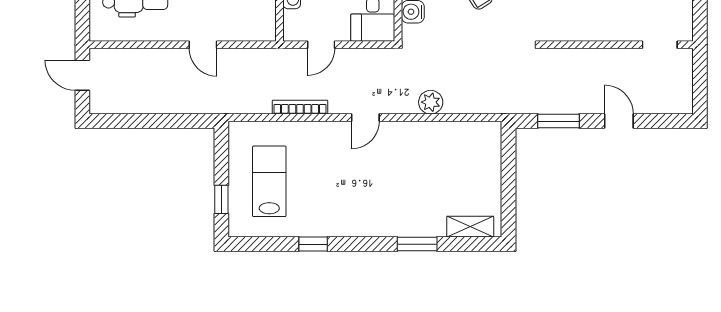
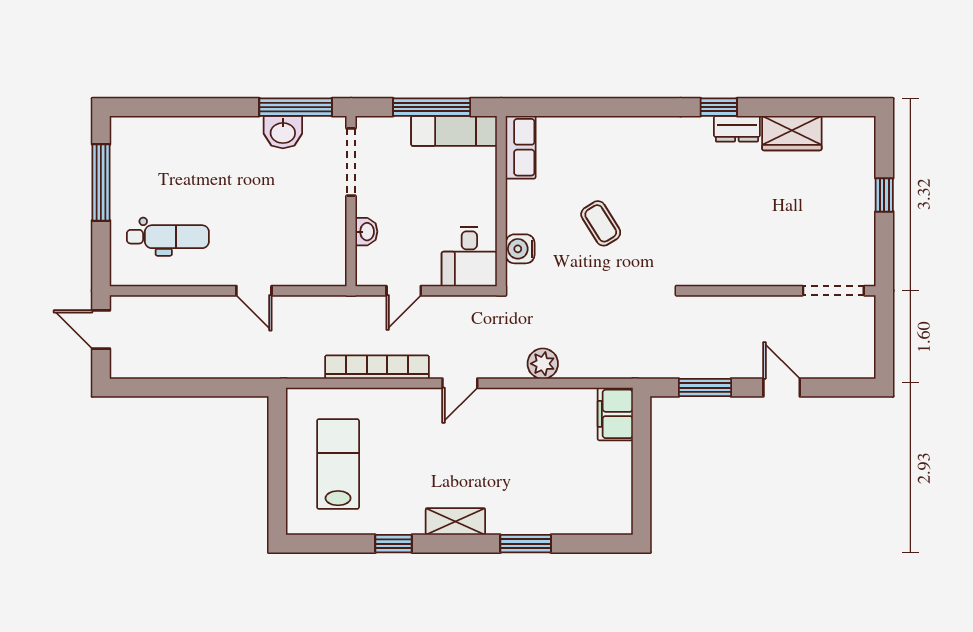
doorway: (660, 45) -> (833, 291), width x1.38
bookcase: (300, 107) -> (377, 367), width x1.48, depth x1.31
filing cabinet: (488, 142) -> (615, 414), added
window: (221, 199) -> (277, 487), removed
shelving: (470, 227) -> (455, 522), moved

